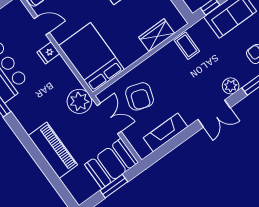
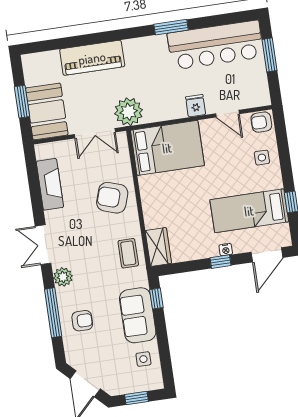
door: (42, 26) -> (228, 114), hinge flipped
wardrobe: (157, 35) -> (158, 247), moved
coffee table: (187, 46) -> (128, 253), turned 90
armchair: (140, 96) -> (112, 198), moved

